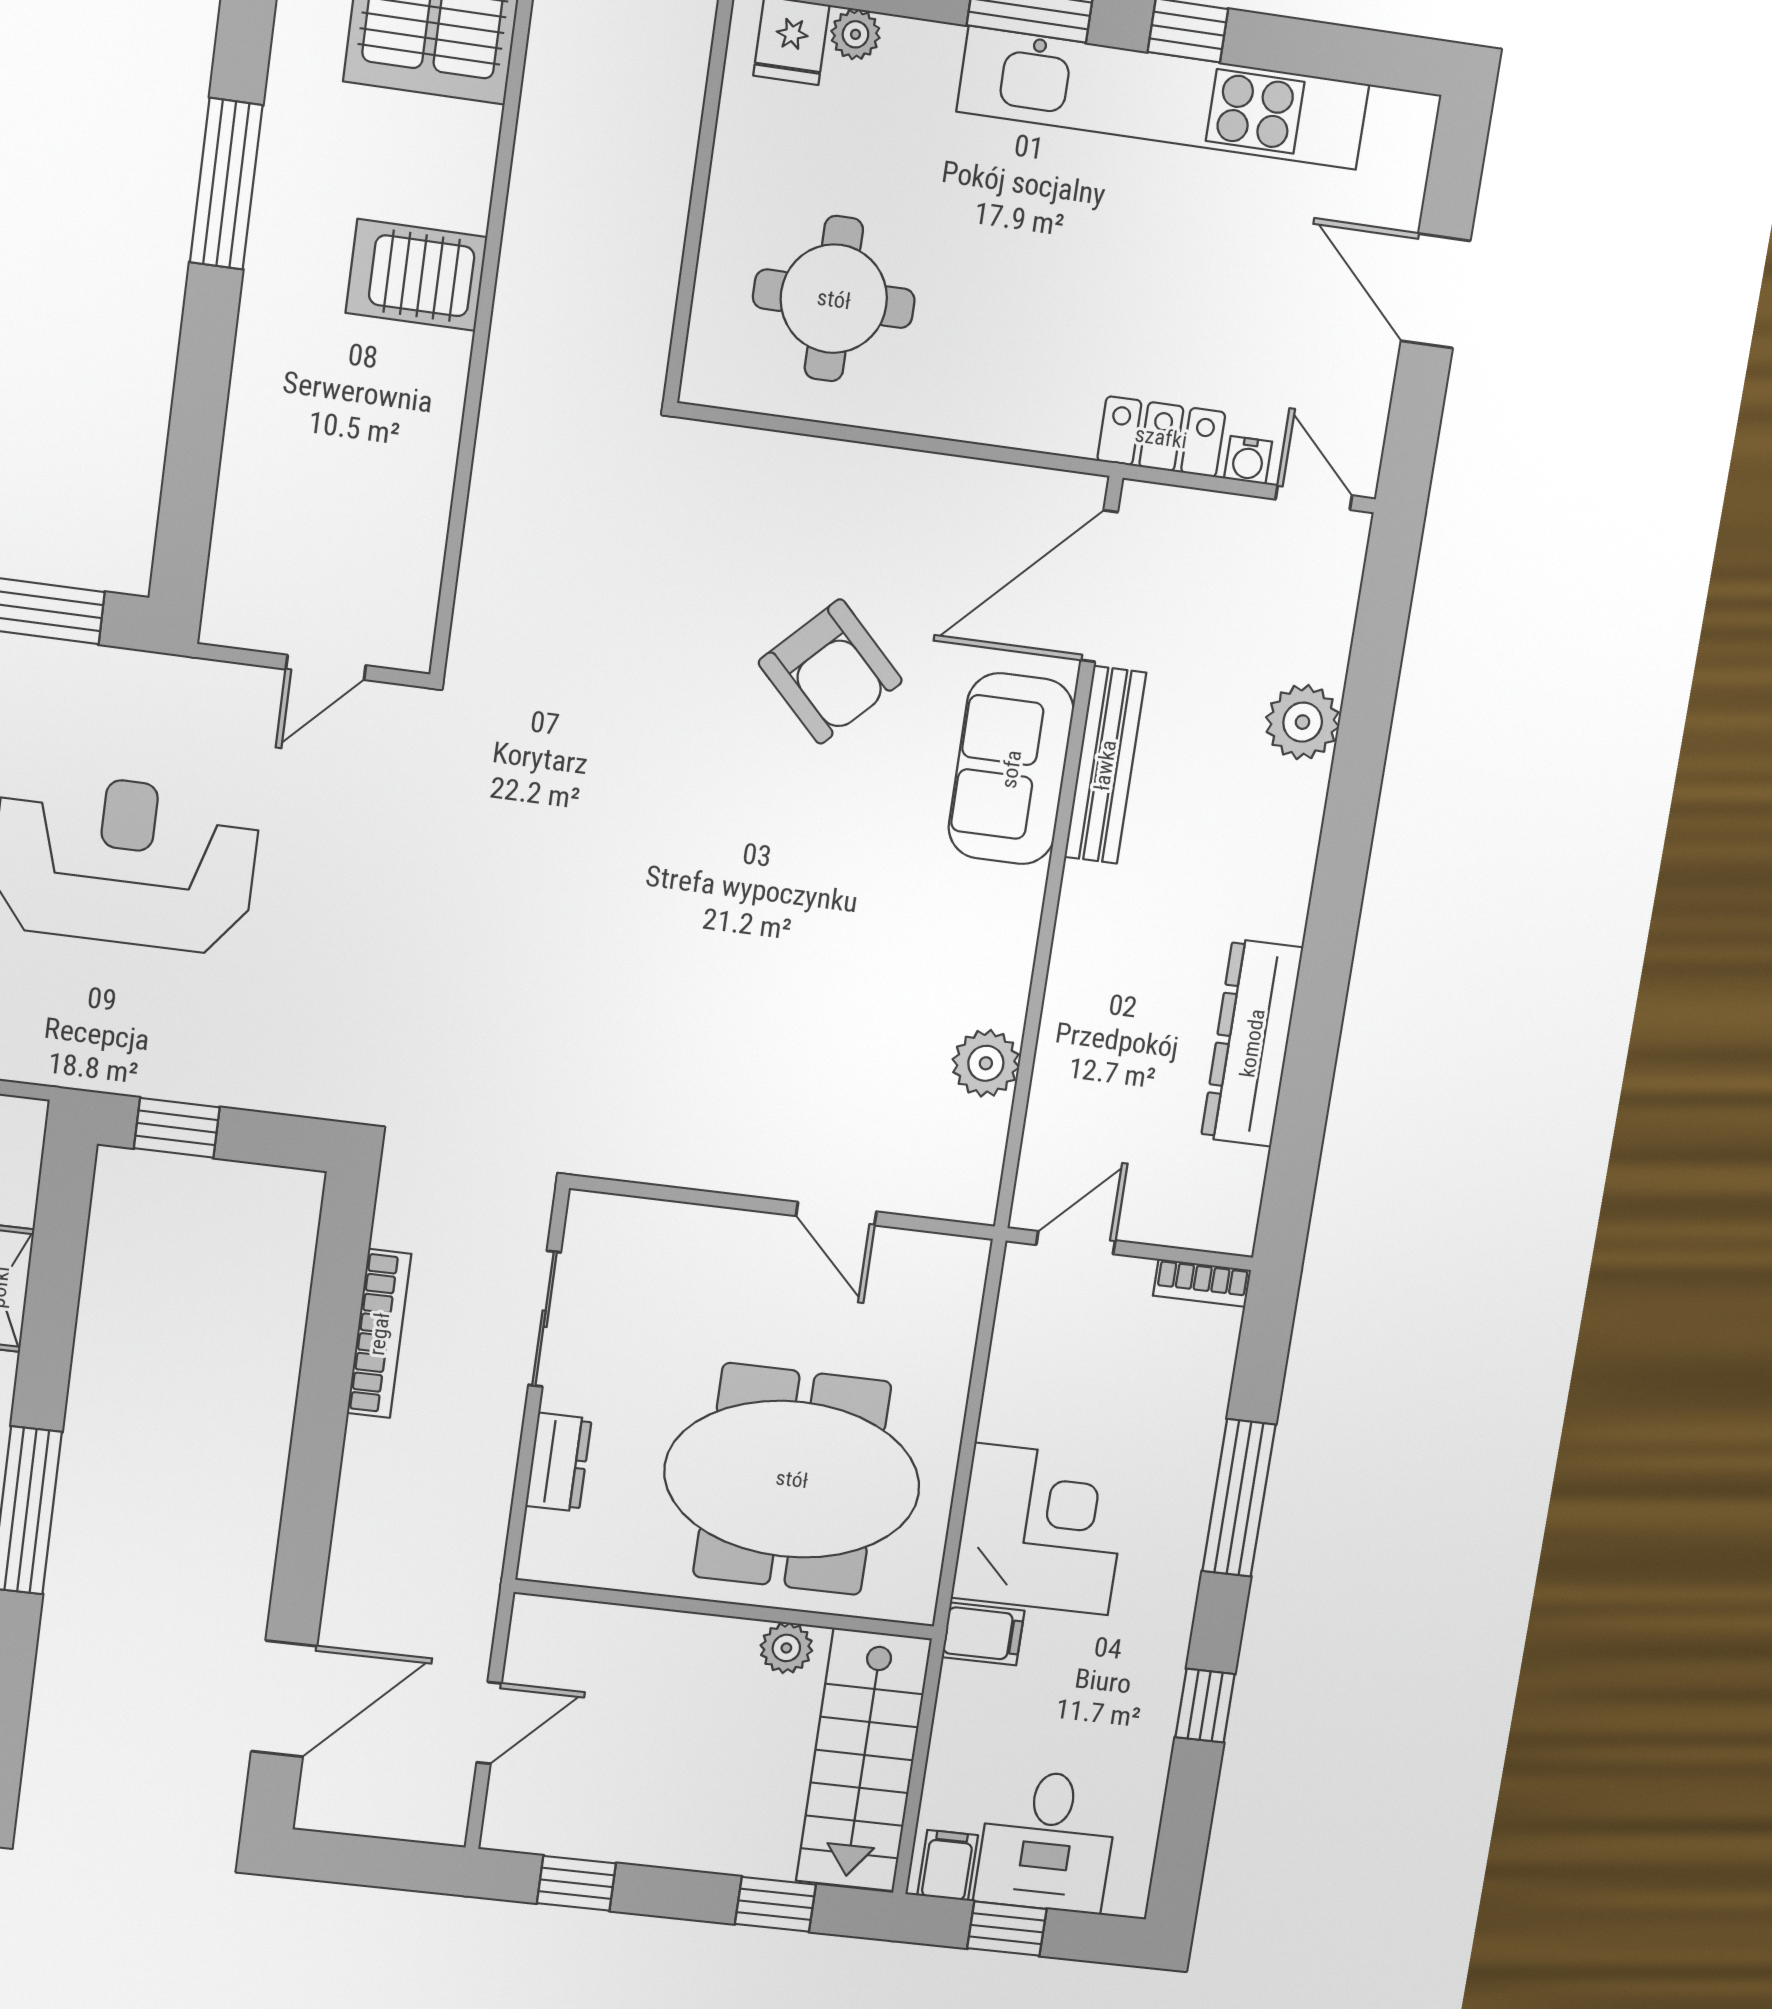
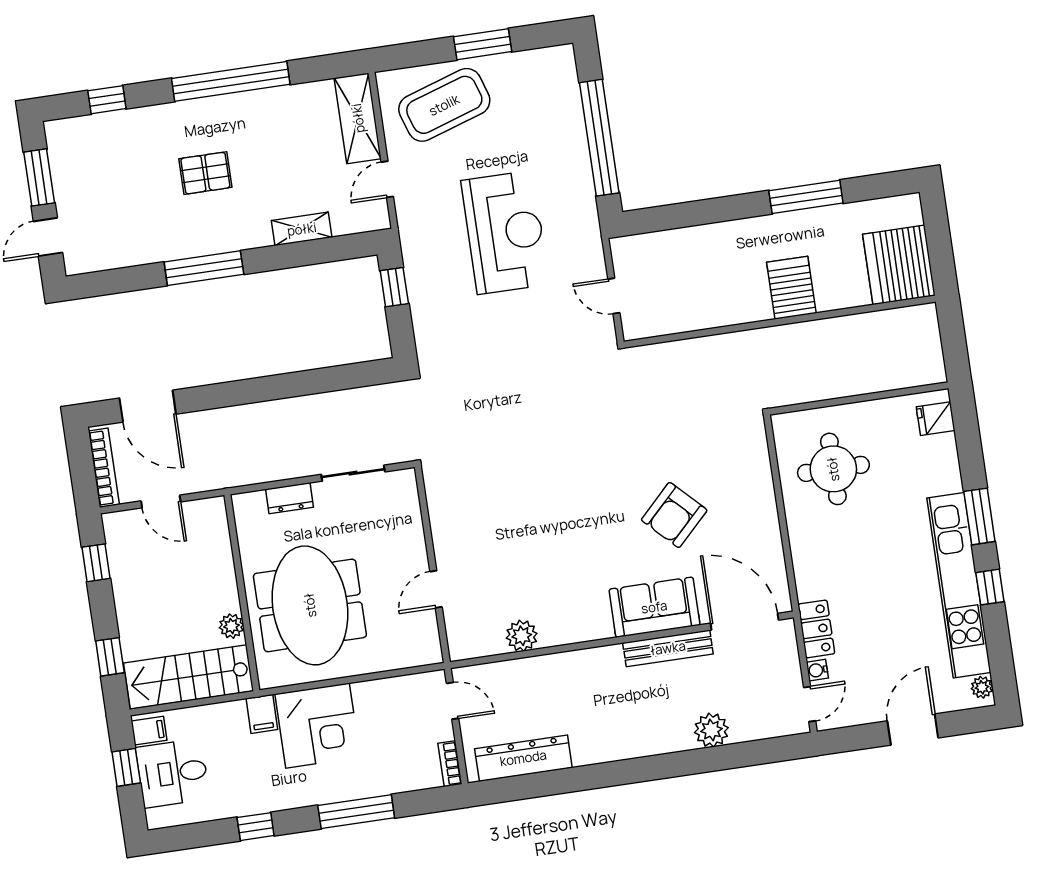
plant: (855, 34) -> (982, 687), moved
dresser: (1252, 1043) -> (523, 758), moved
bookcase: (379, 1334) -> (104, 468), moved, turned -90

